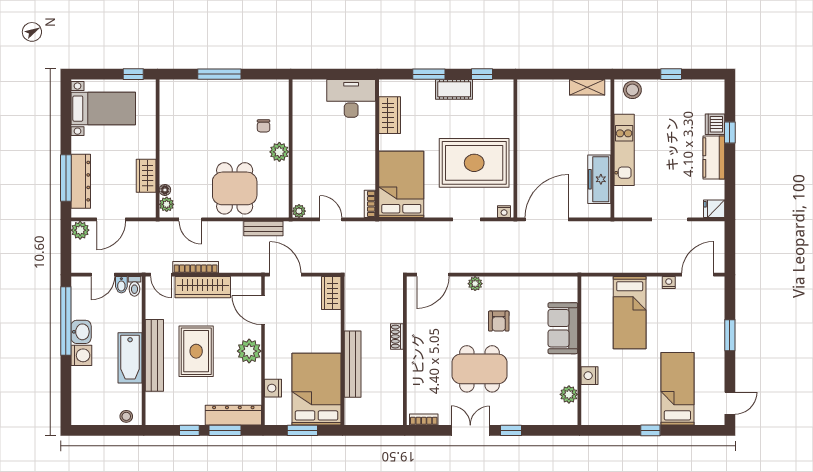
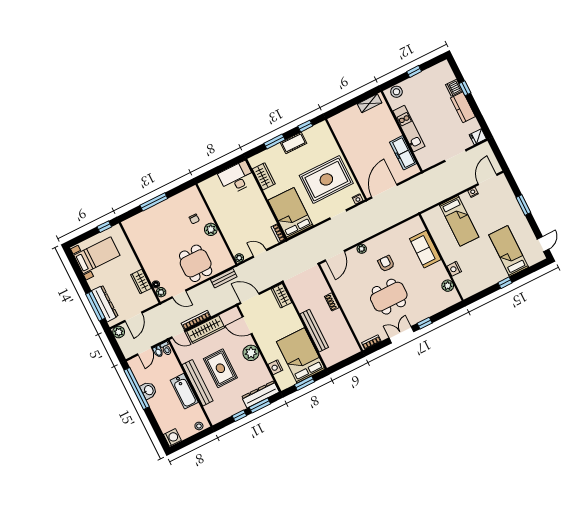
armchair: (499, 321) -> (386, 264), turned 180
washing machine: (81, 355) -> (172, 437), moved

